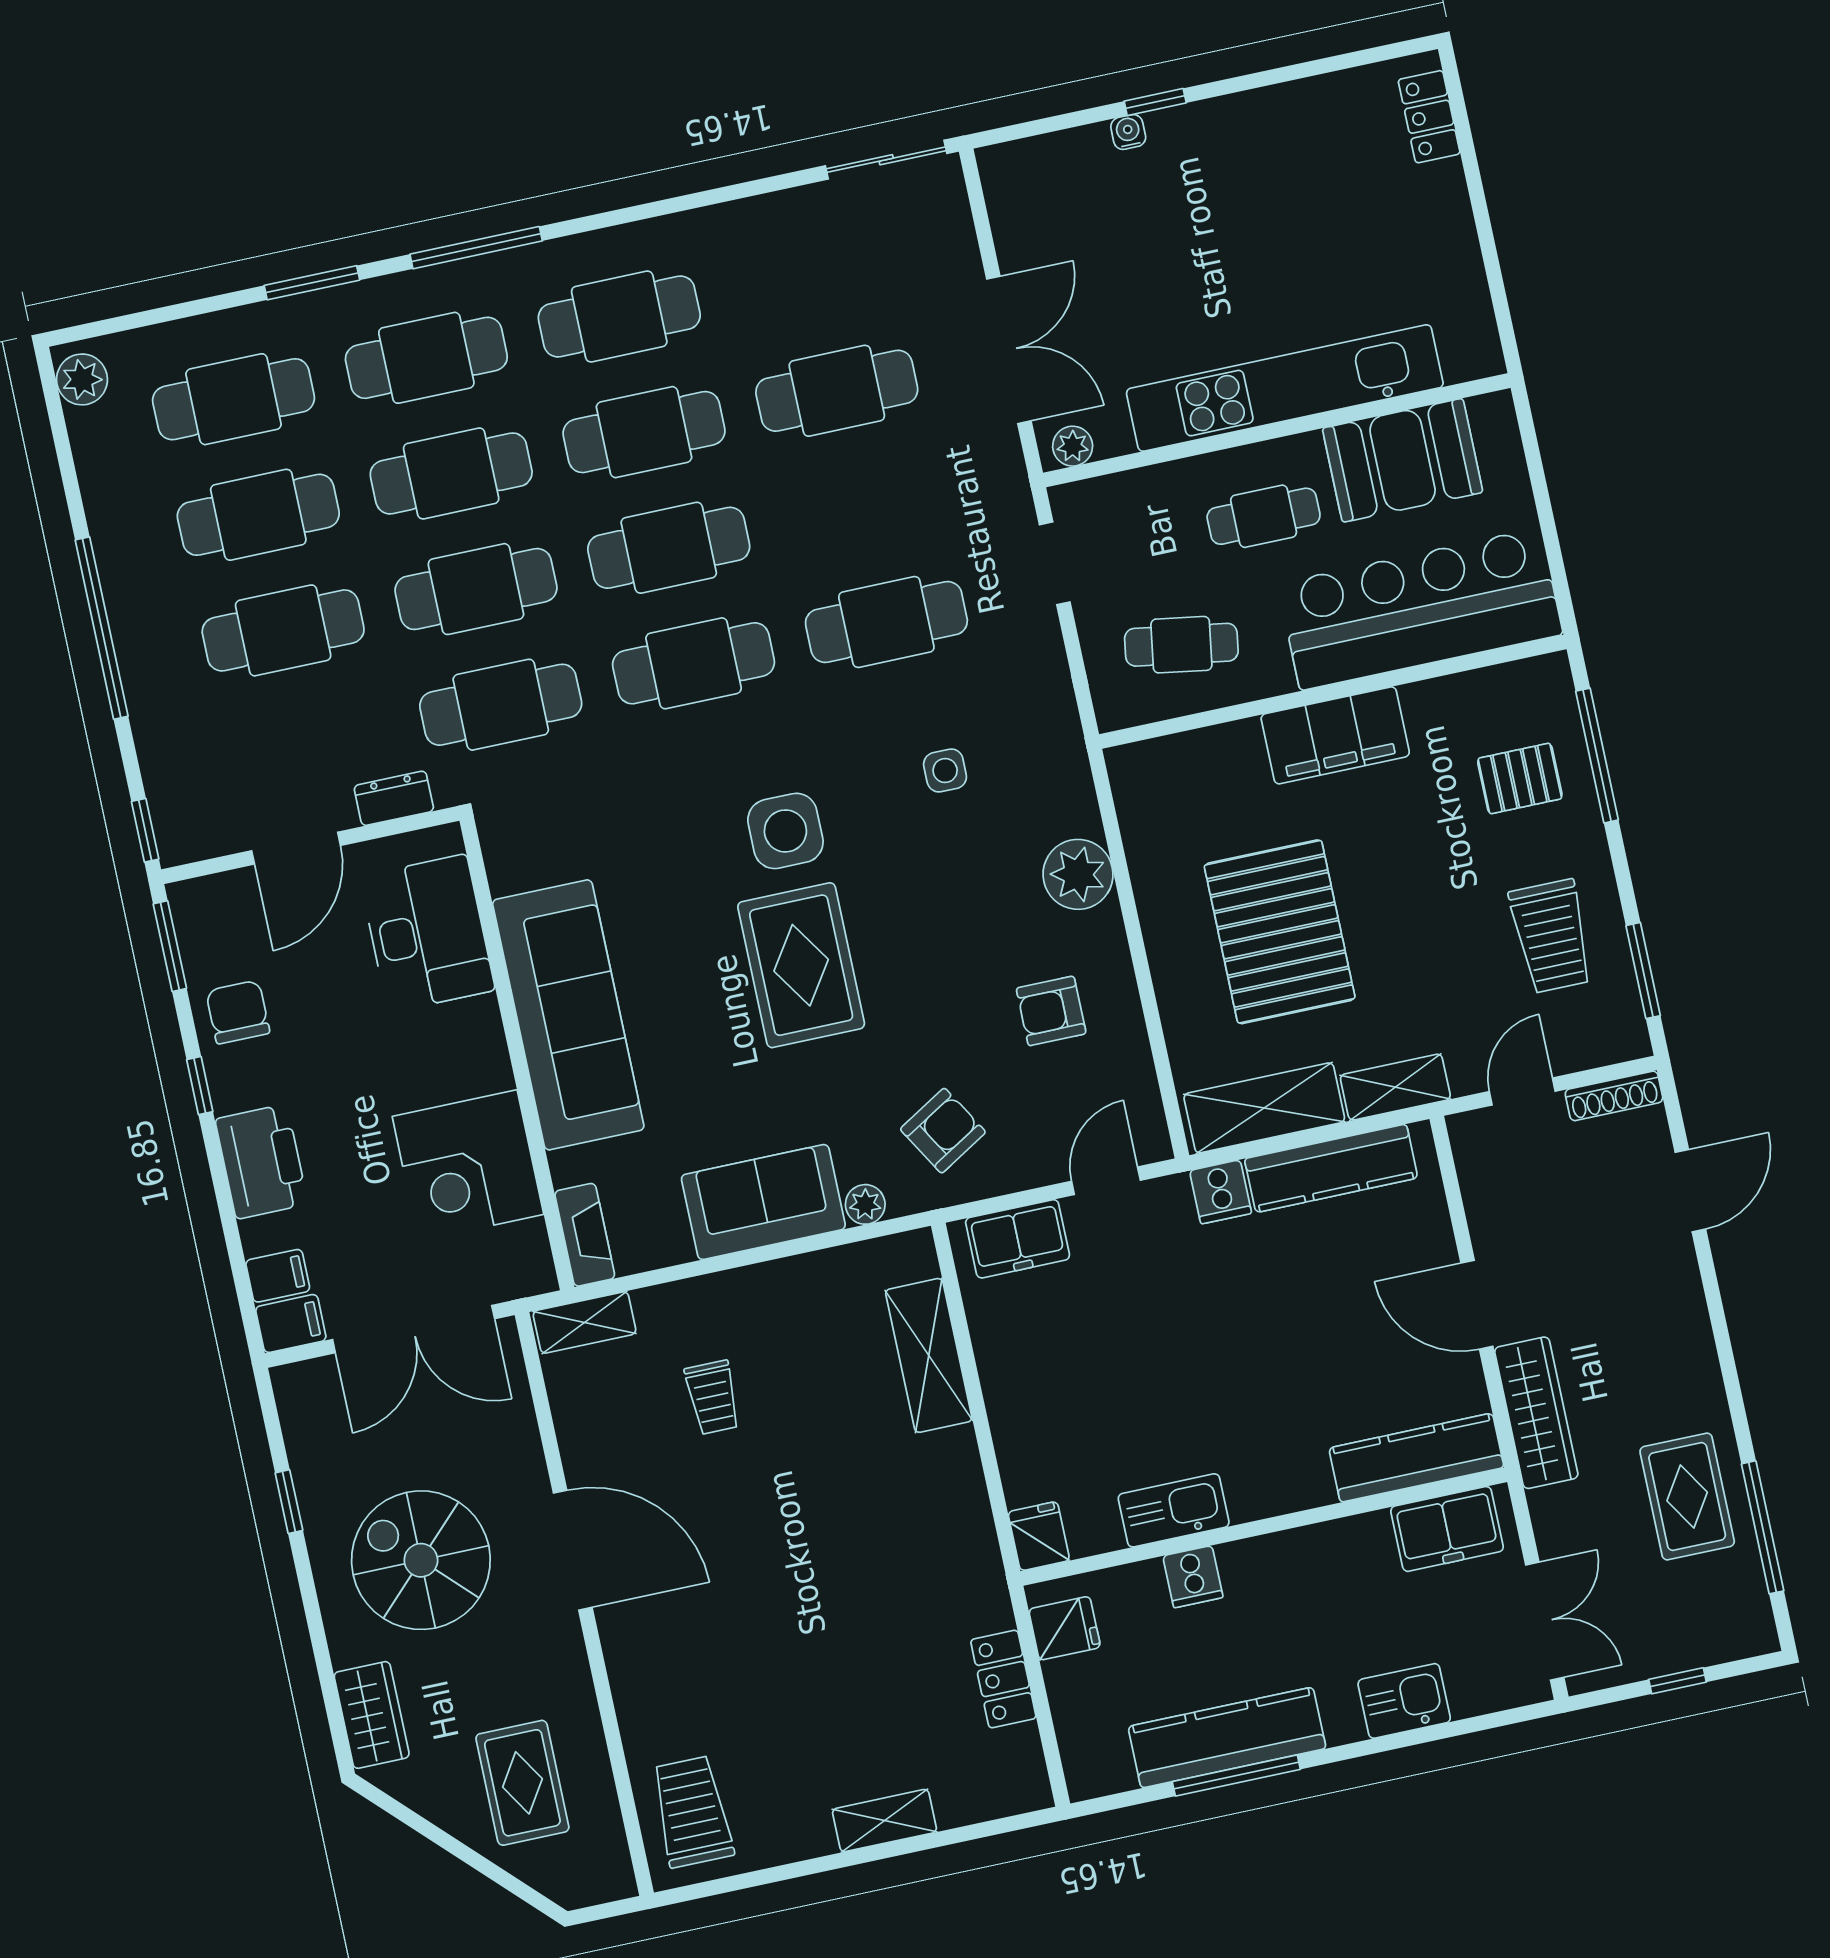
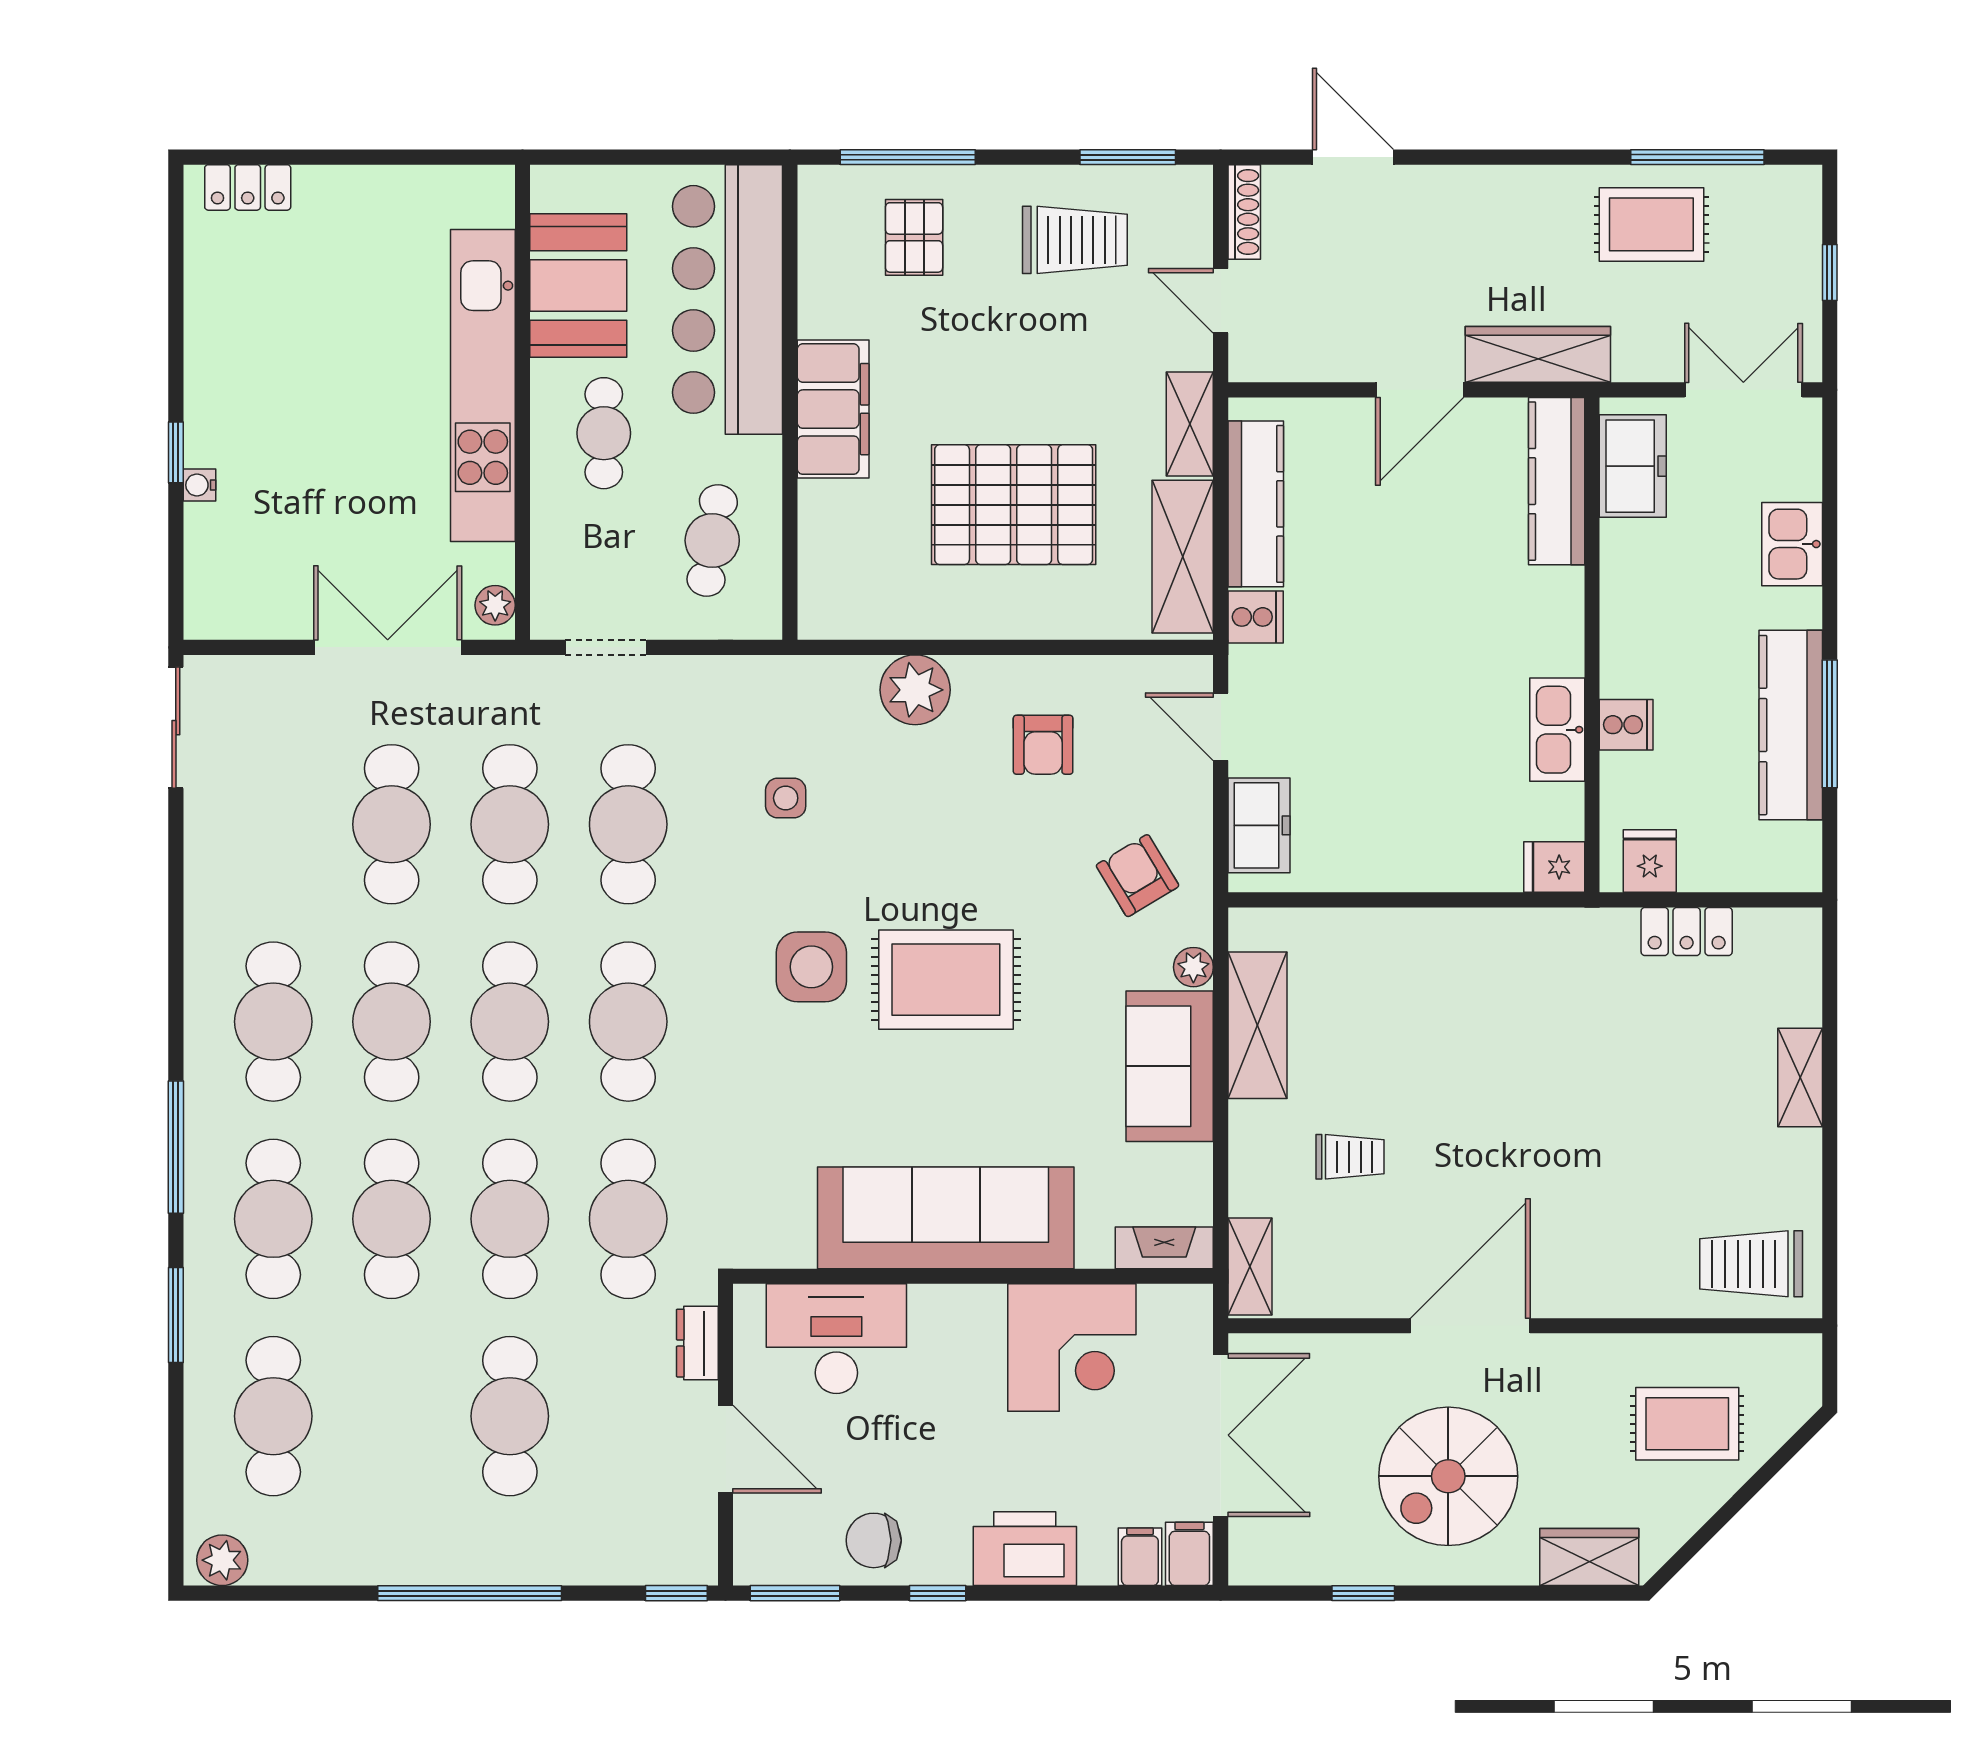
cafe table: (258, 515) -> (510, 824), moved
shelving: (929, 1355) -> (1257, 1025), moved, turned 90

